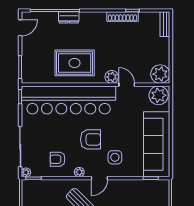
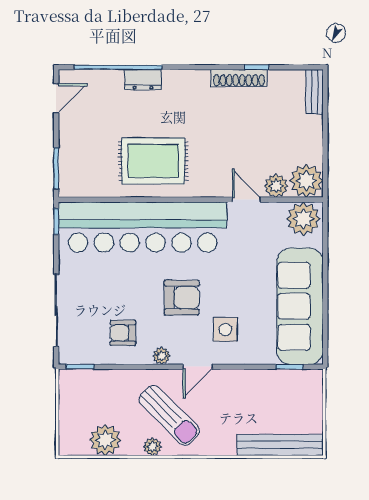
plant: (112, 77) -> (276, 186), moved
plant: (26, 172) -> (67, 356), removed

